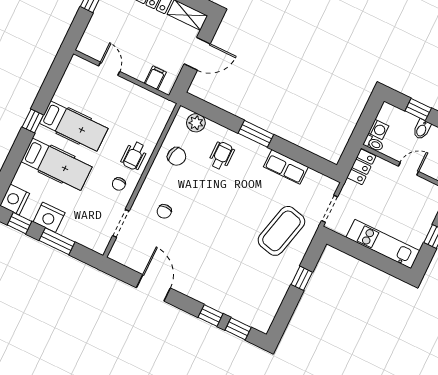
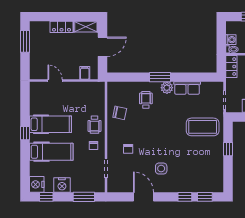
plant: (196, 123) -> (167, 88), moved
coffee table: (281, 231) -> (203, 127), turned 76
window: (57, 241) -> (84, 197), moved
side table: (197, 261) -> (161, 169), added

